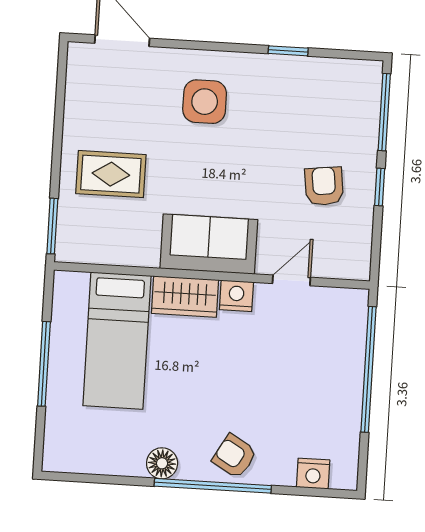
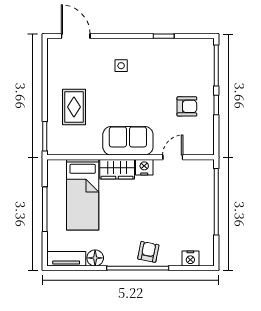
side table: (205, 102) -> (121, 66), width x0.54, depth x0.54
rug: (111, 174) -> (74, 107), turned 90
armchair: (324, 186) -> (187, 106), turned 97
armchair: (234, 456) -> (148, 252), turned 71
tv unit: (79, 460) -> (66, 259), added
floor lamp: (162, 463) -> (95, 258), moved

